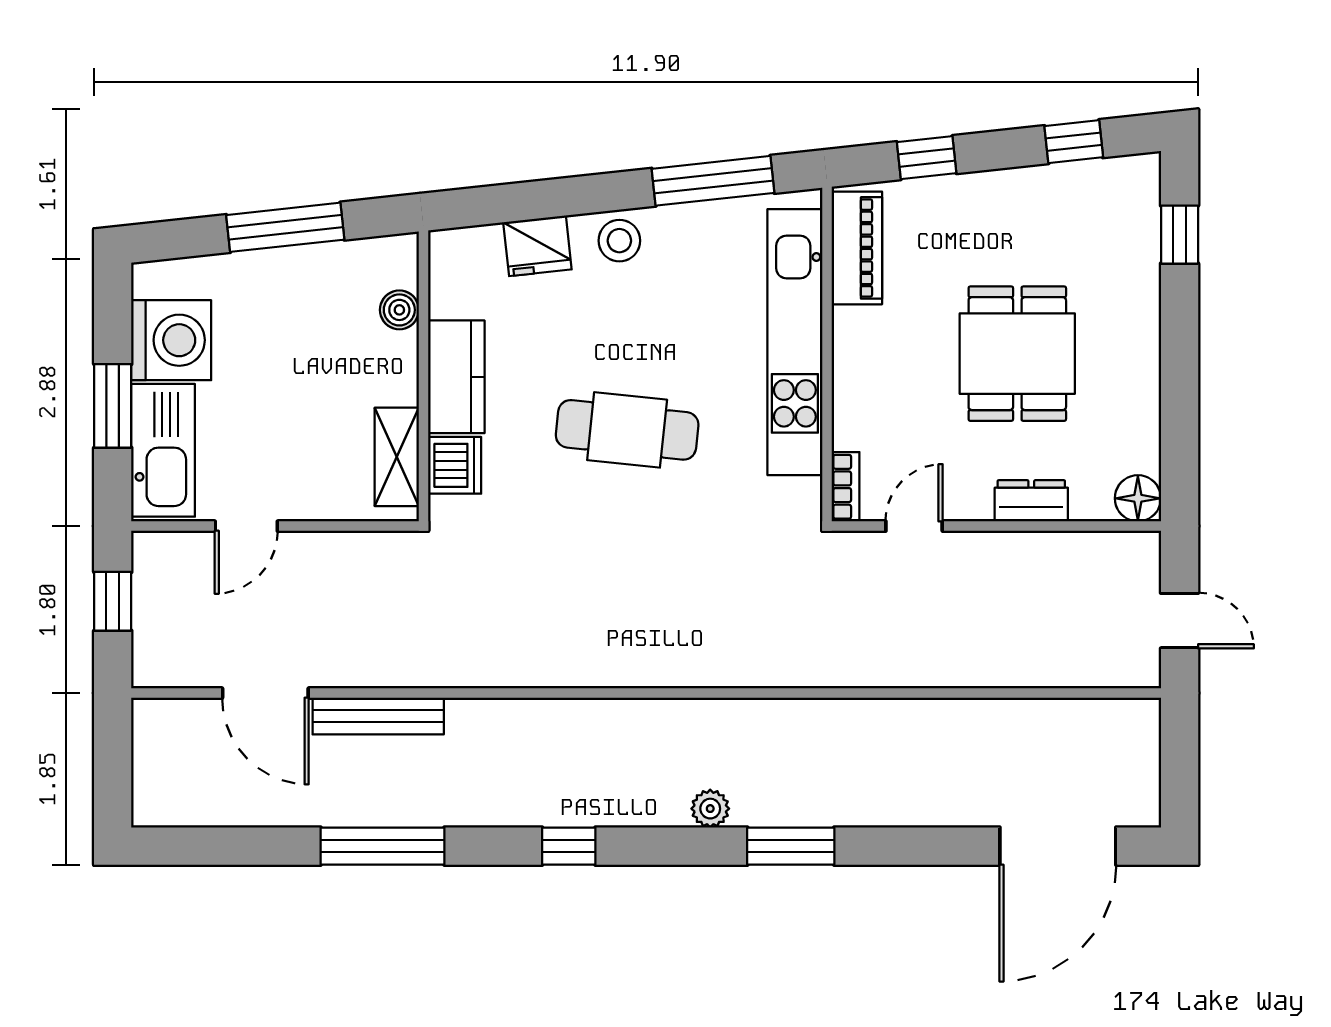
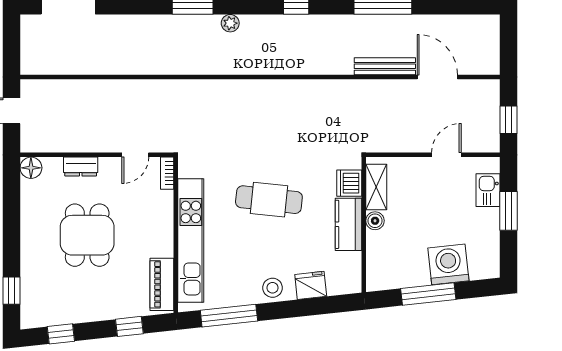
boiler: (399, 310) -> (375, 221), moved
washing machine: (171, 340) -> (448, 264), moved, turned 84
kitchen sink: (163, 450) -> (488, 190), width x0.53, depth x0.81

